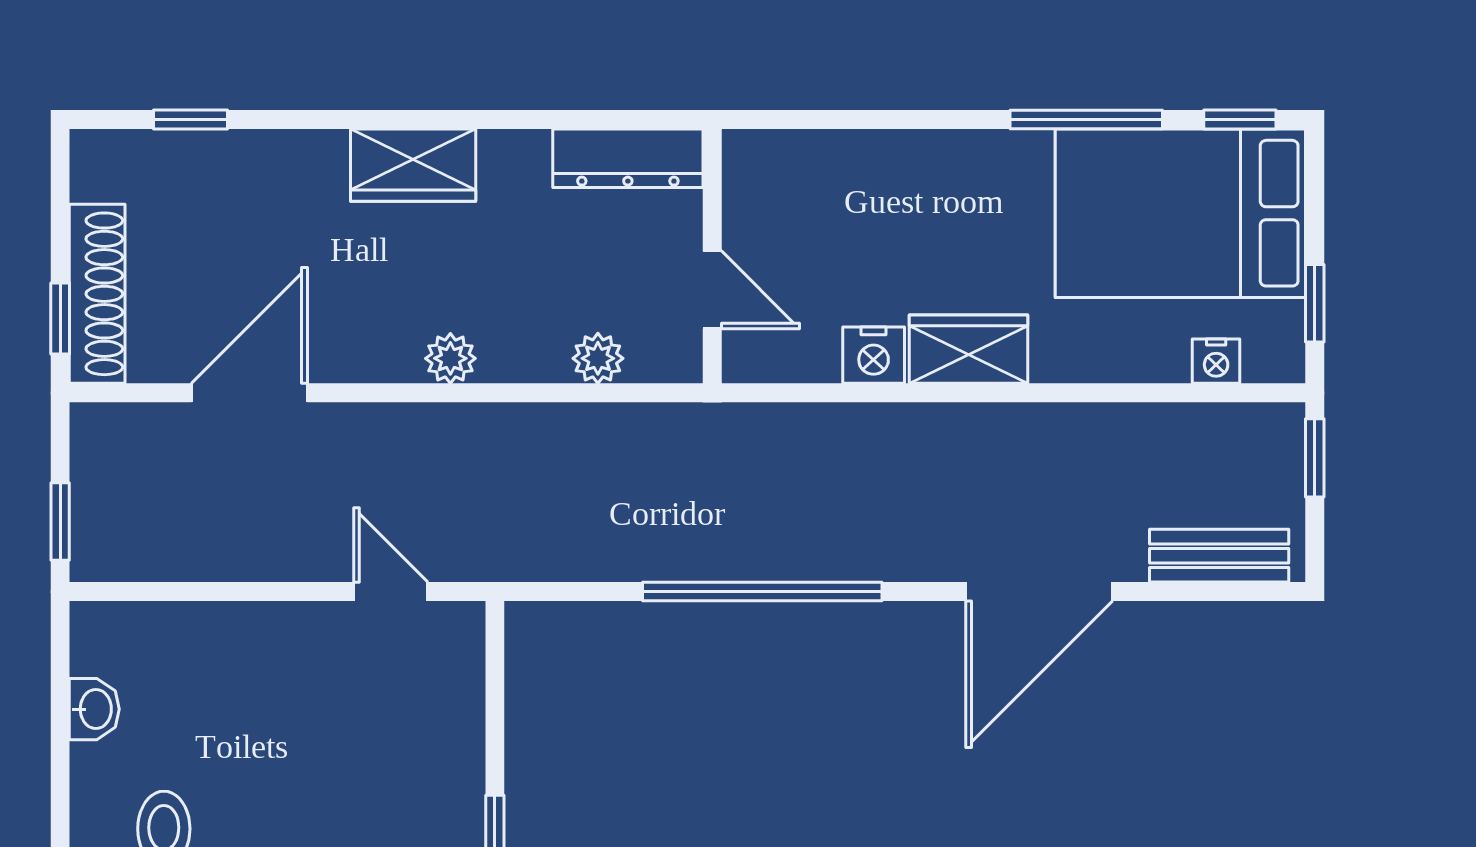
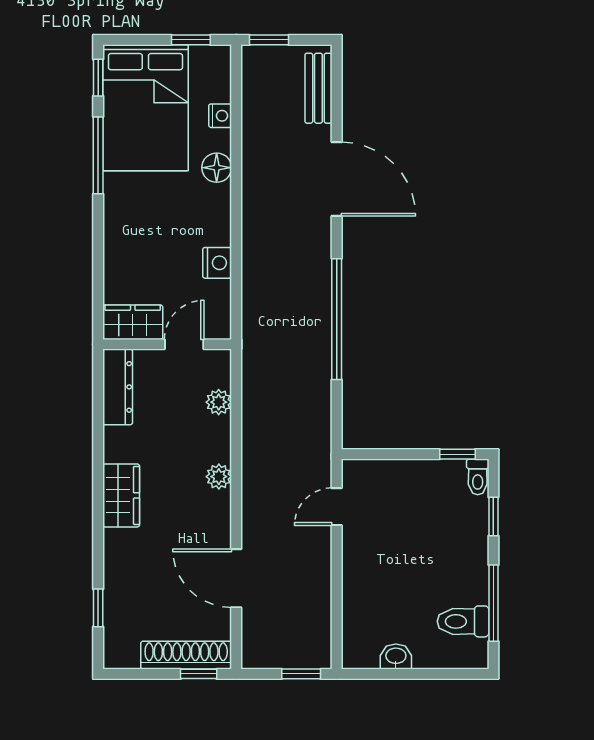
wardrobe: (968, 349) -> (133, 322), moved, turned 90
floor lamp: (1062, 354) -> (217, 168), added
nightstand: (1216, 361) -> (220, 116), moved

